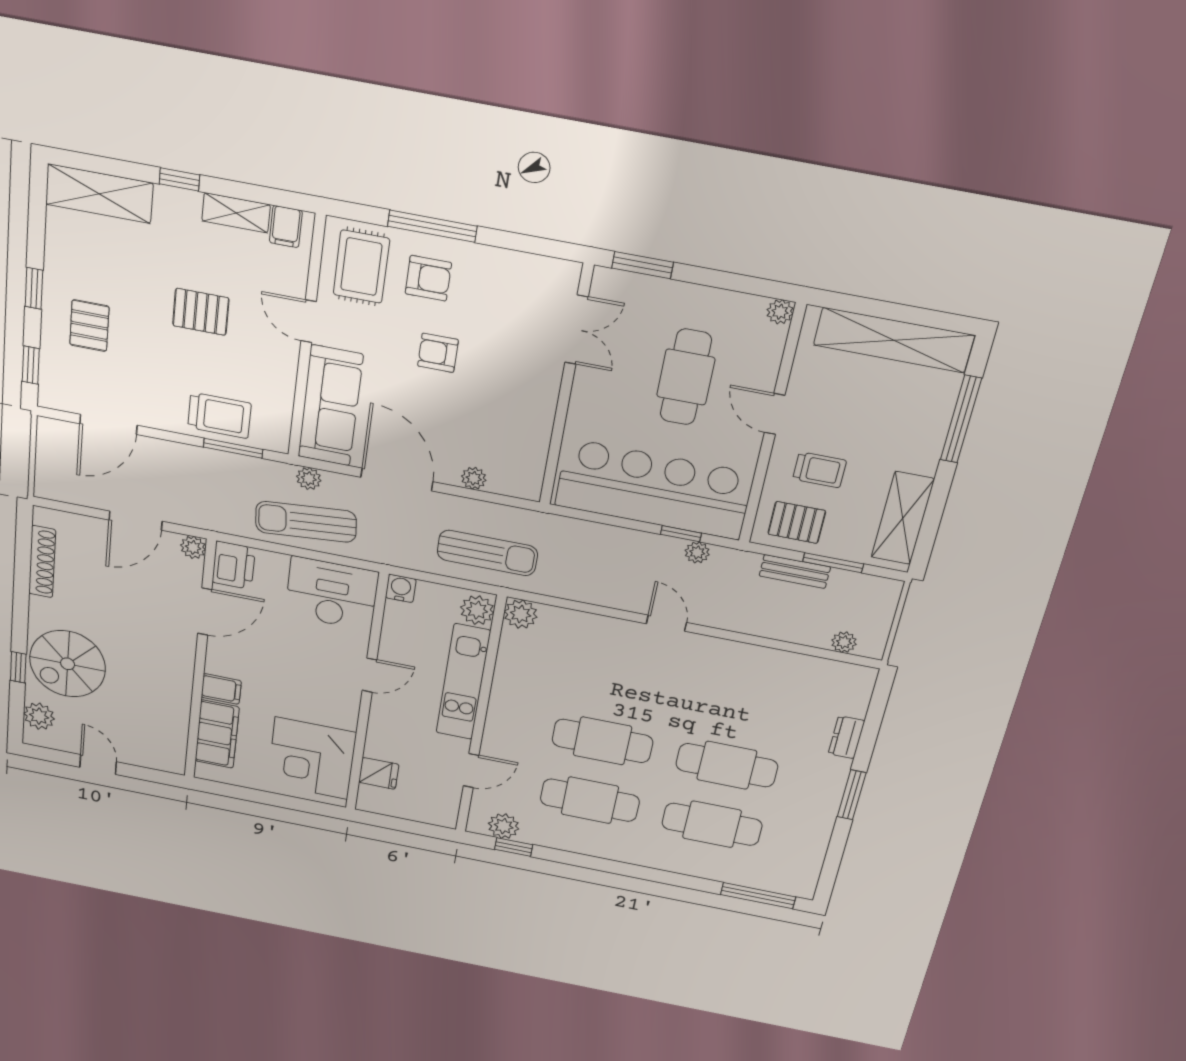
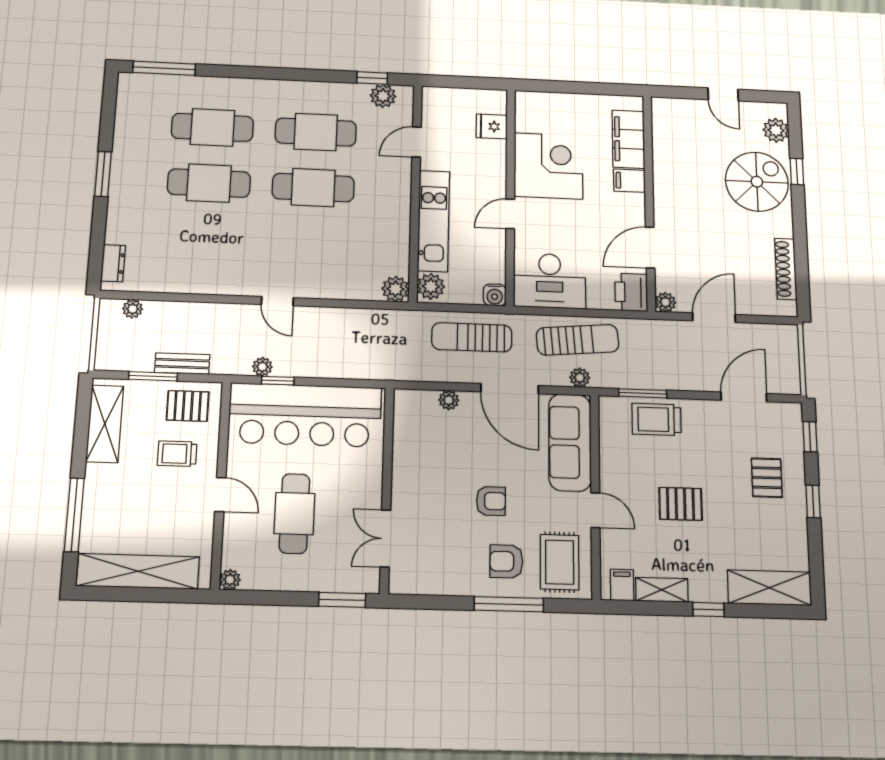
sun lounger: (487, 553) -> (472, 337), moved
dresser: (846, 737) -> (113, 263), moved
corner desk: (312, 758) -> (548, 166), moved

